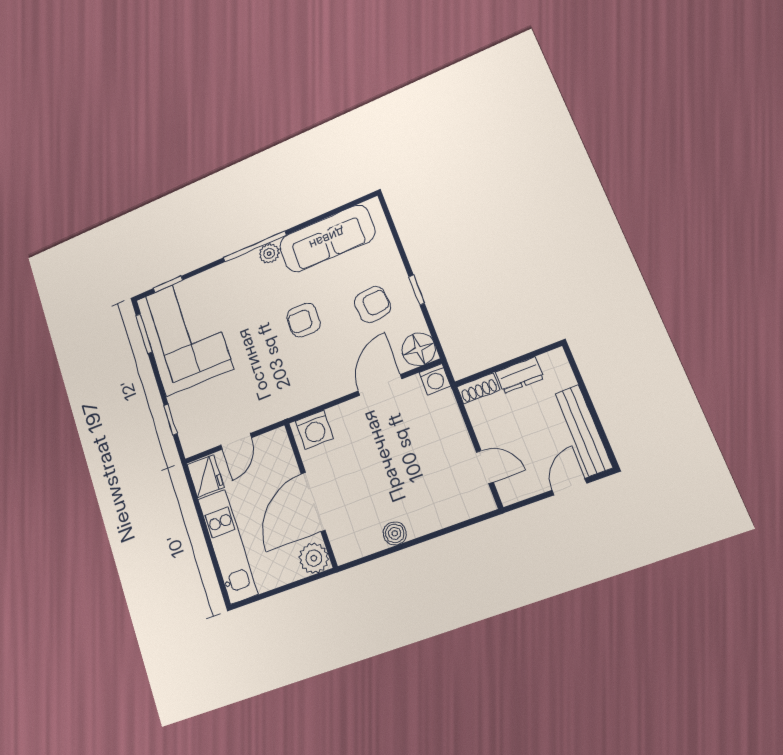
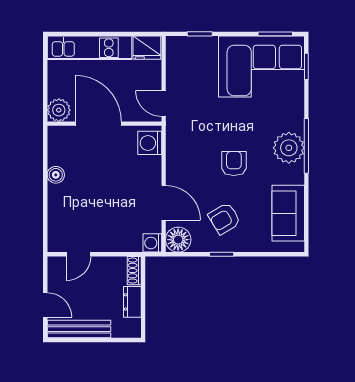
sofa: (327, 239) -> (288, 213), width x0.73
plant: (269, 253) -> (289, 148), width x1.88, depth x1.88
armchair: (372, 304) -> (224, 219), turned 65
door: (236, 441) -> (164, 104), moved

